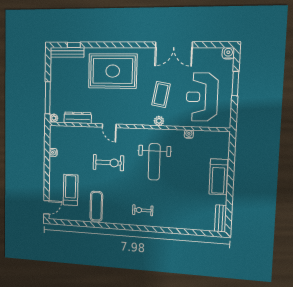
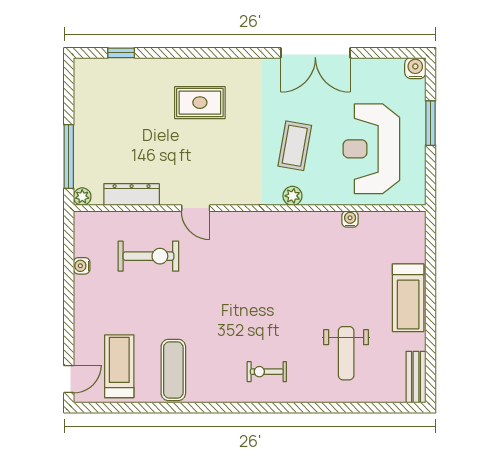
bench: (67, 52) -> (108, 67), removed
rug: (113, 71) -> (200, 103), width x0.54, depth x0.49
weight bench: (154, 162) -> (346, 353), moved, width x0.73, depth x0.75
exercise bike: (108, 163) -> (148, 256), moved
treadmill: (71, 190) -> (119, 366), moved

